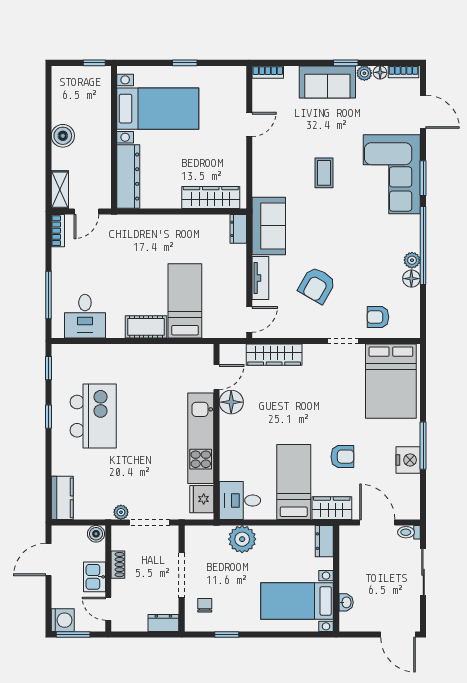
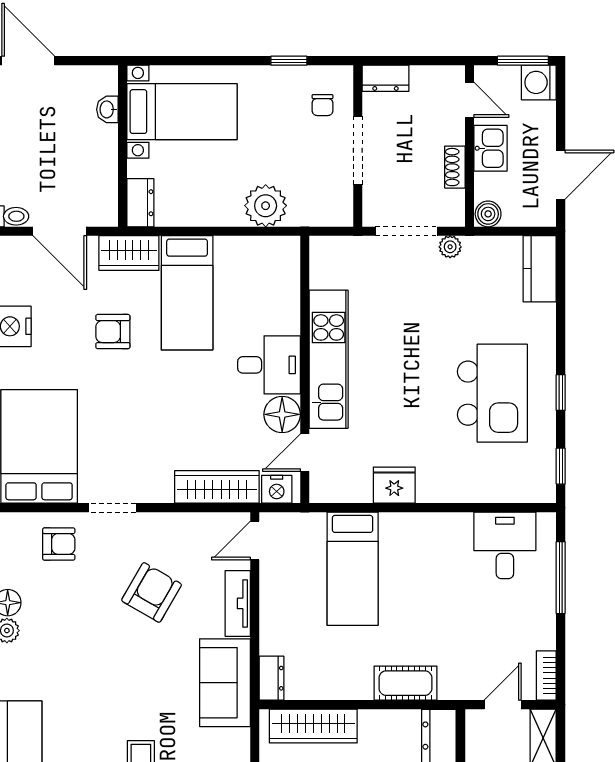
cot: (146, 327) -> (405, 683), moved
nightstand: (235, 353) -> (277, 489), added
kitchen island: (93, 416) -> (492, 393), turned 180
fridge: (202, 499) -> (394, 485), moved, turned -90
desk: (240, 500) -> (269, 365), moved

